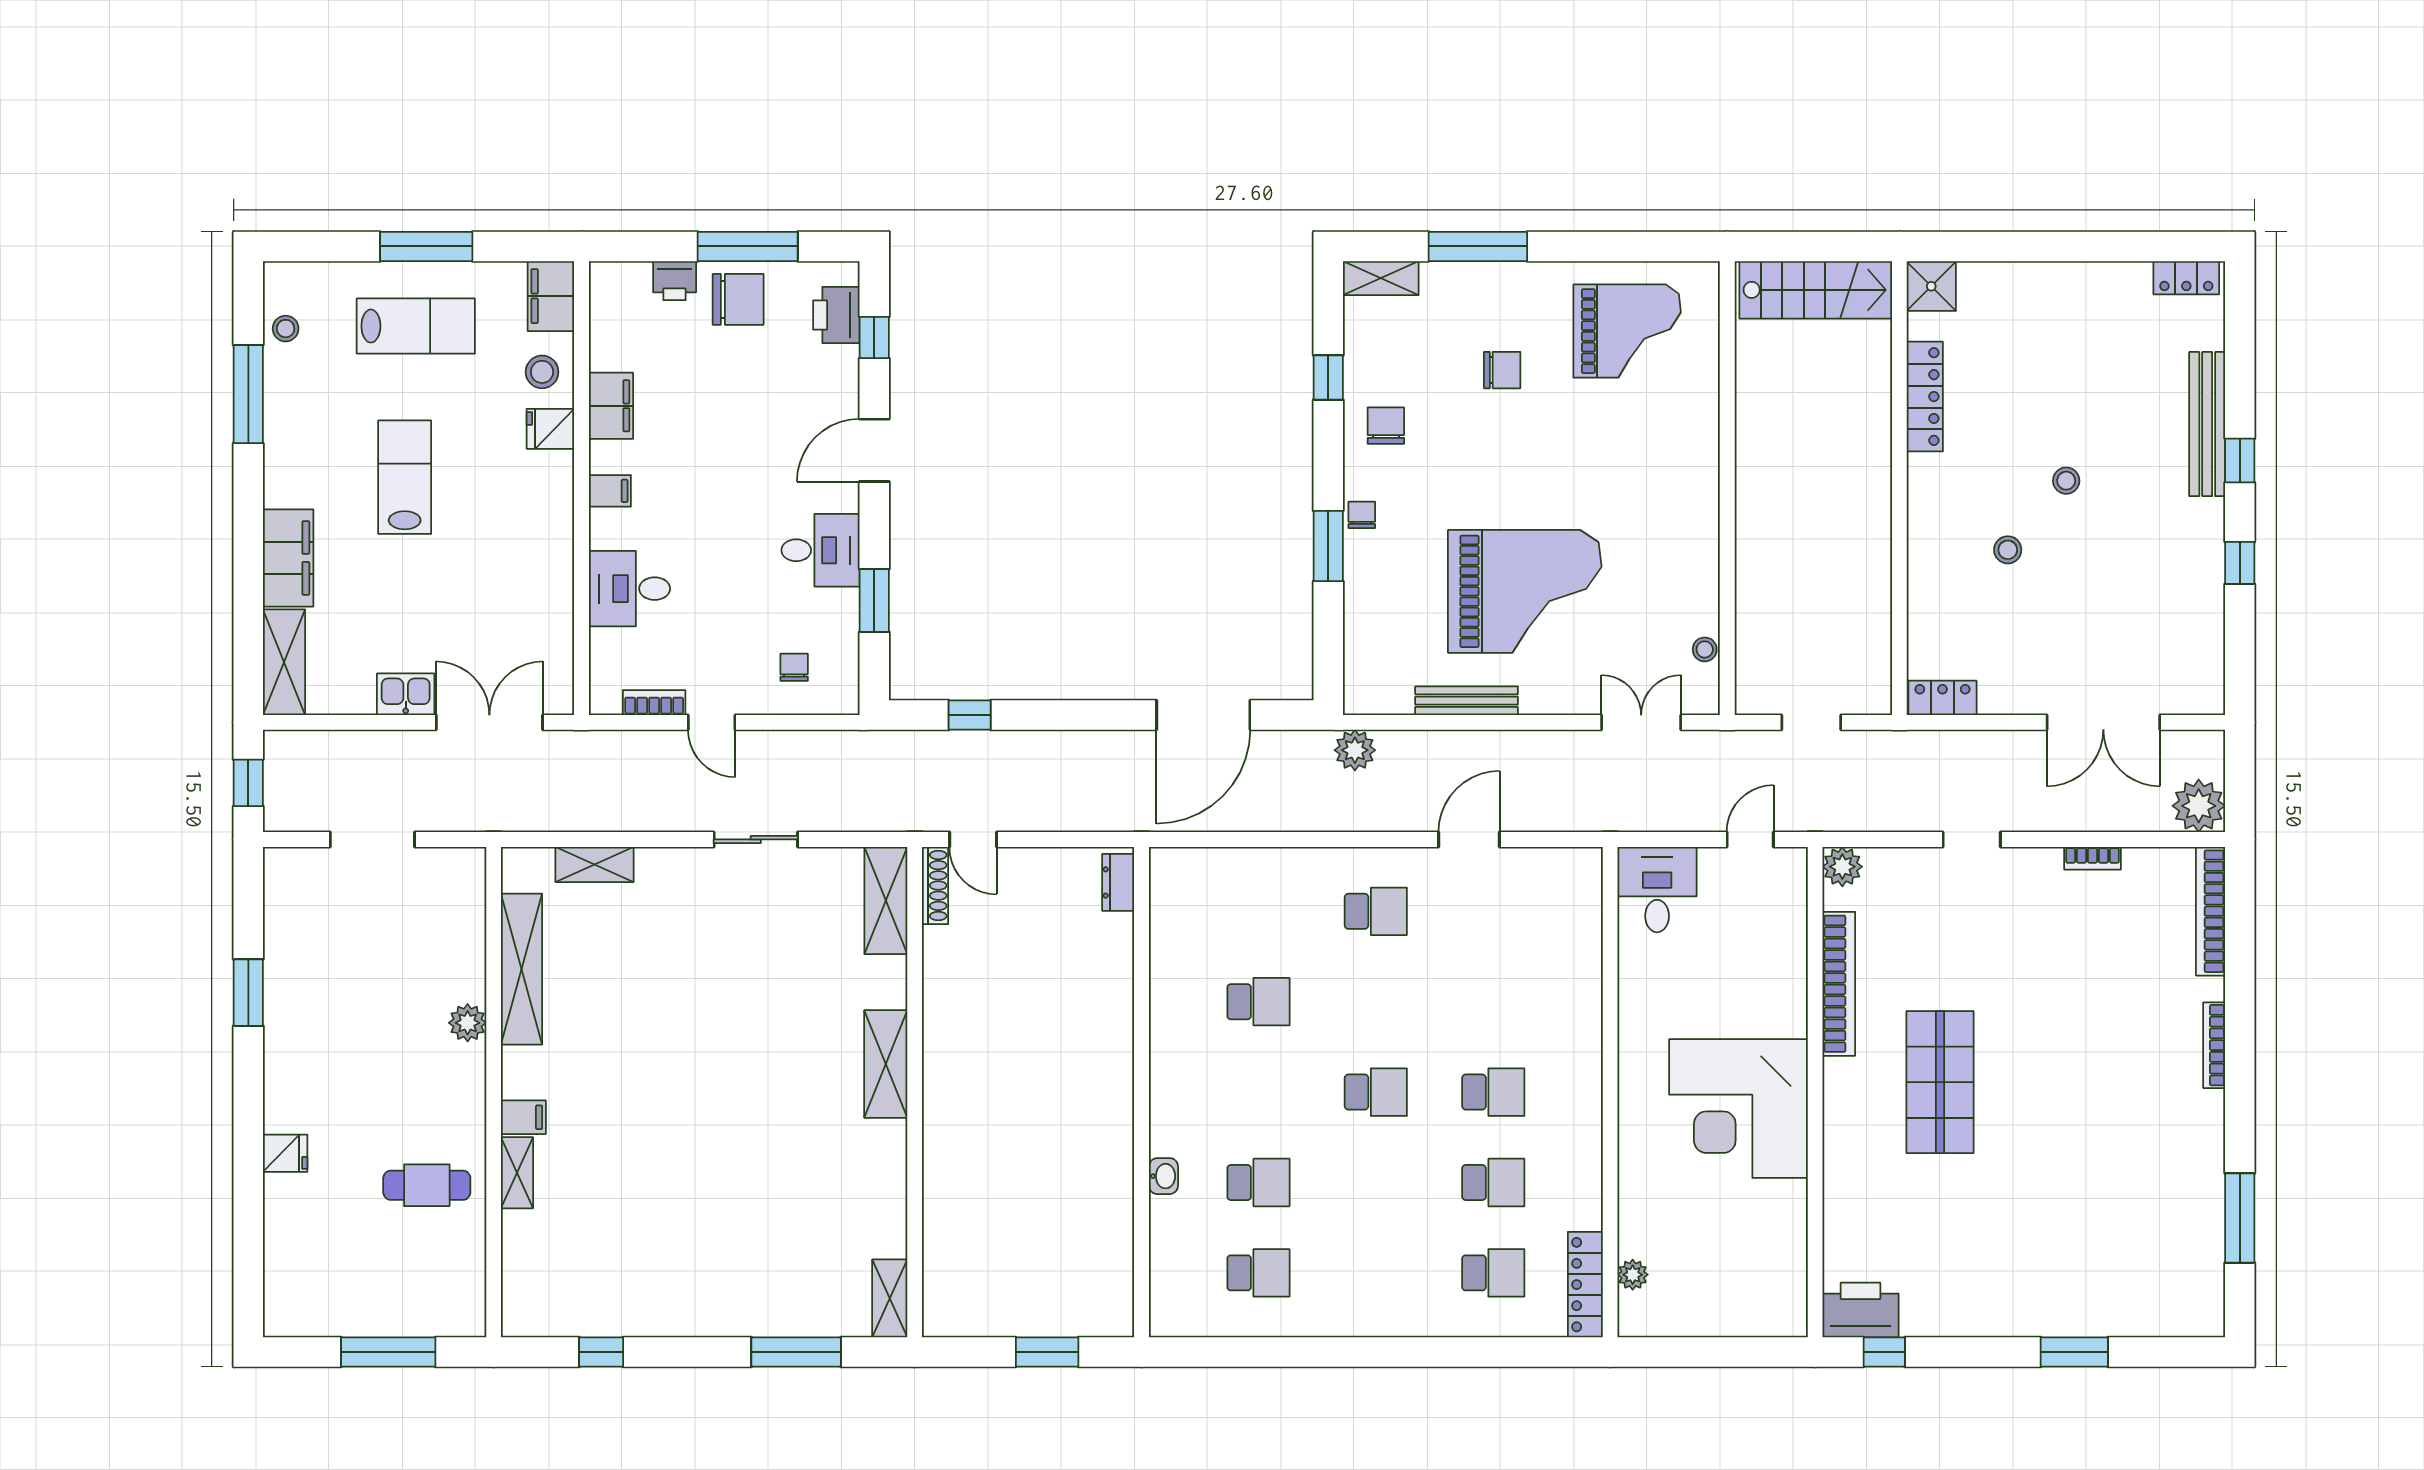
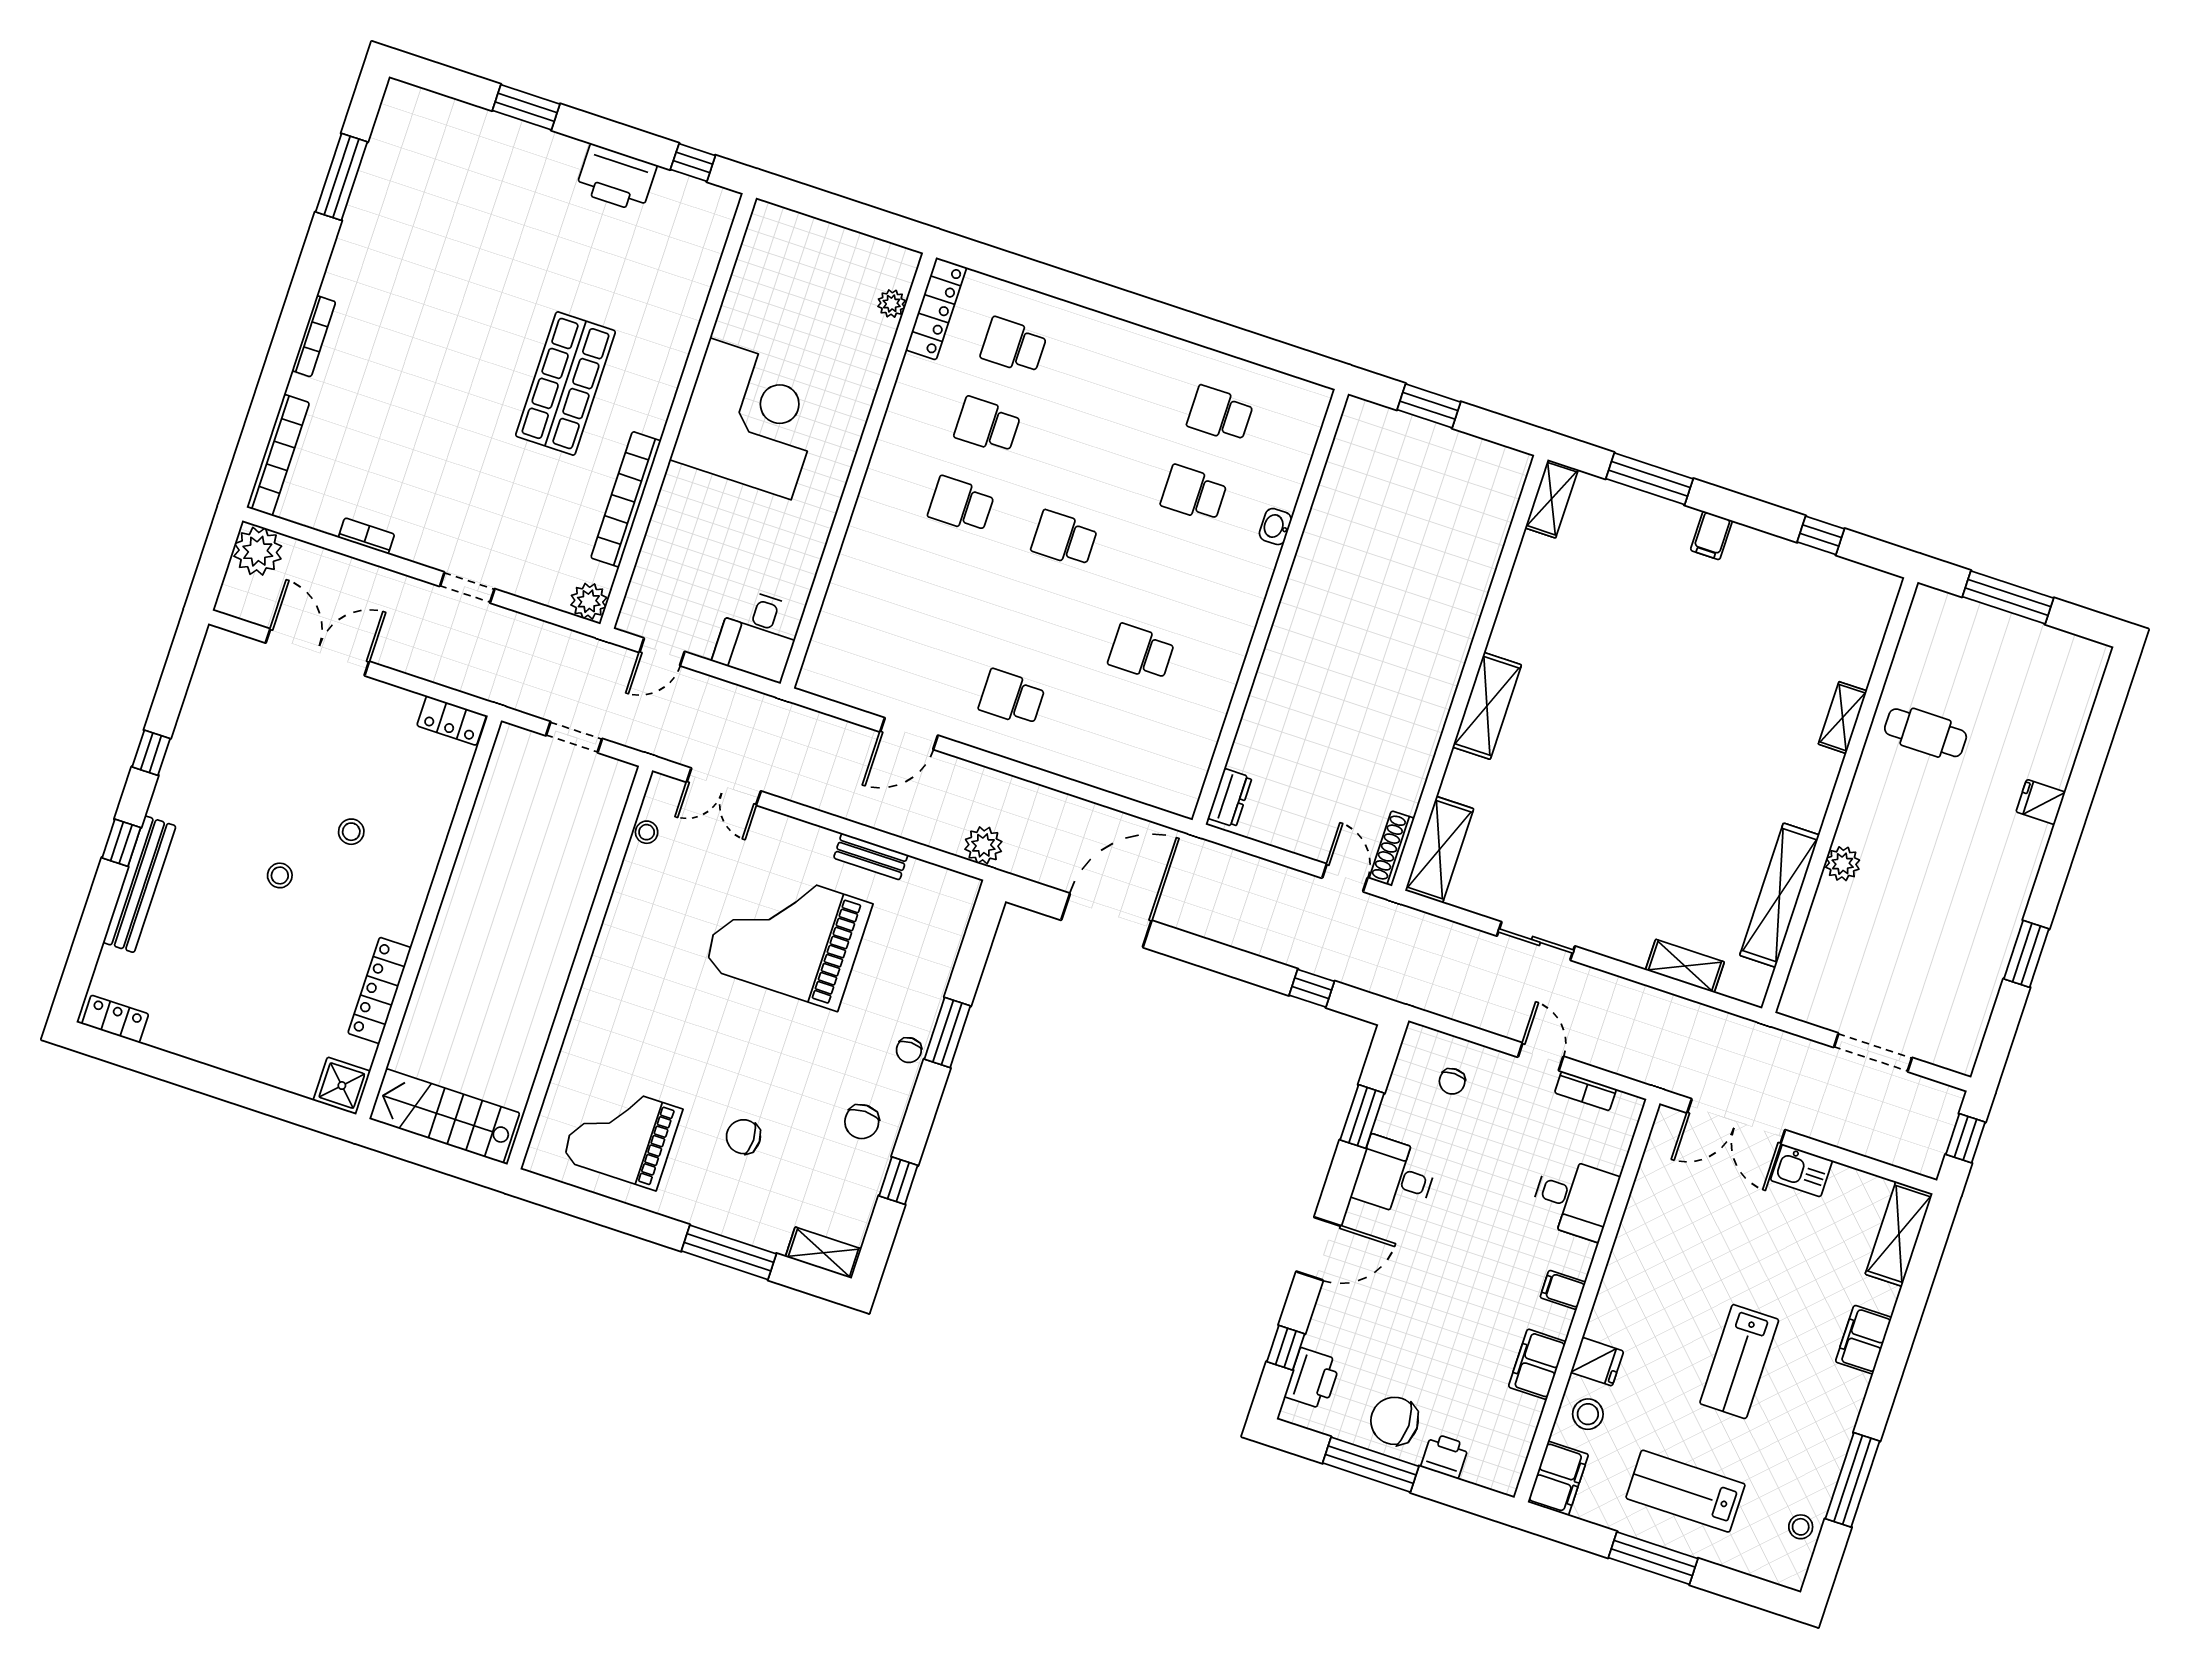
filing cabinet: (288, 558) -> (1864, 1340), width x0.67, depth x0.86
bench: (1467, 701) -> (871, 856), width x0.73
filing cabinet: (523, 1117) -> (1711, 535), moved, turned -90
printer: (1861, 1310) -> (616, 178), moved

